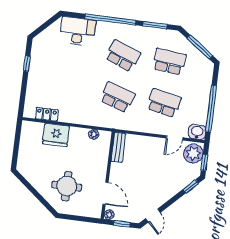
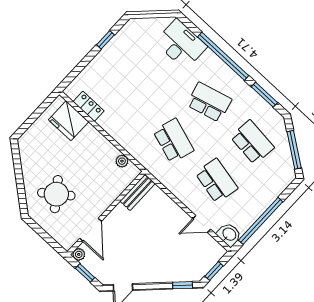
school desk: (123, 56) -> (209, 102), turned -36
fridge: (56, 135) -> (69, 121), moved
plant: (193, 154) -> (209, 254), removed
round table: (67, 186) -> (56, 194), turned -37

